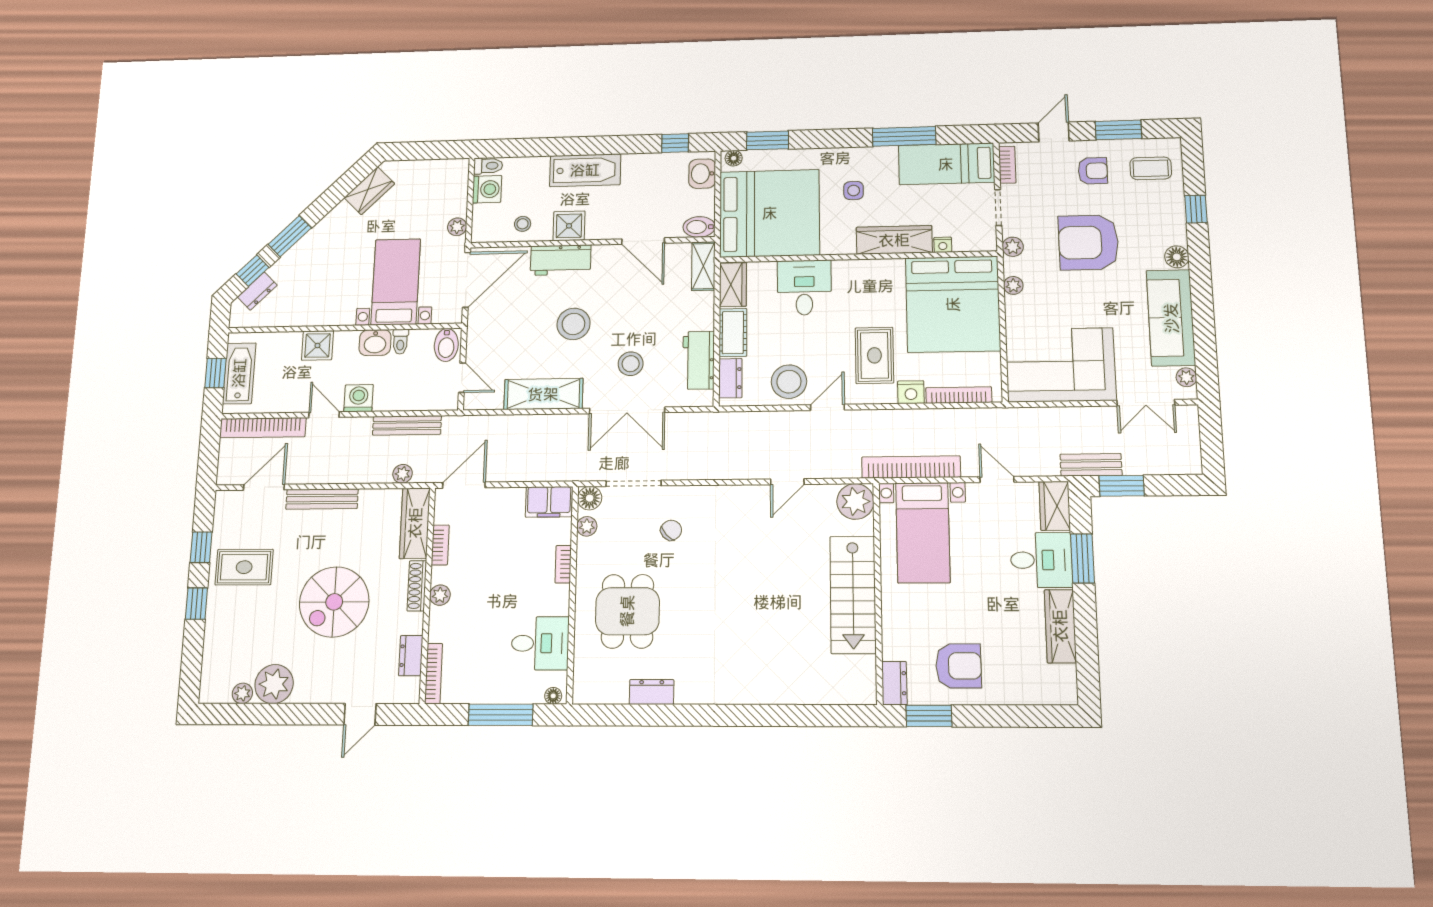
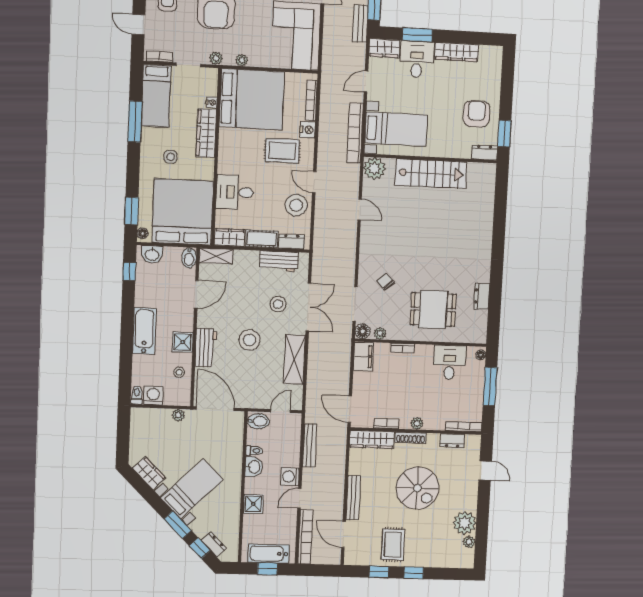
bed with nightstands: (396, 282) -> (192, 489), moved, turned 135
plant: (403, 474) -> (340, 448), removed

